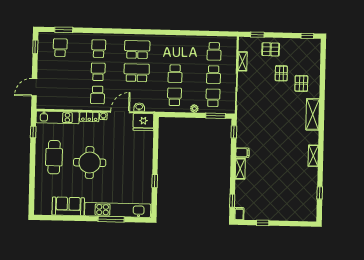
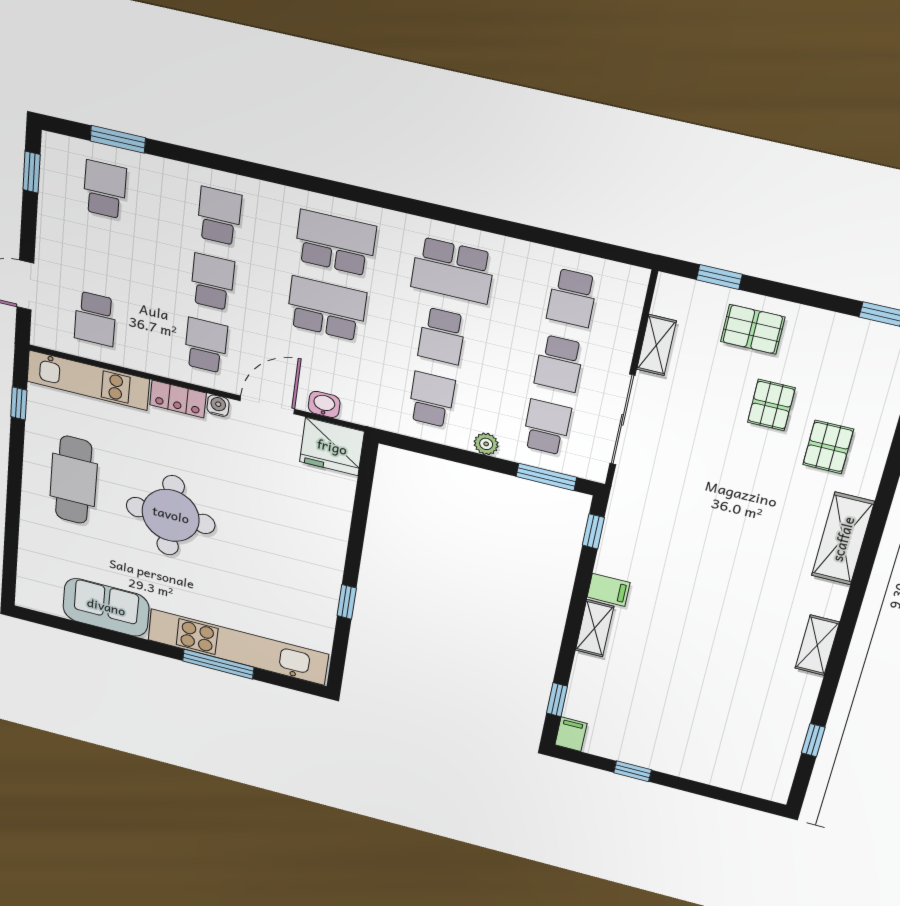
school desk: (176, 50) -> (453, 270), added
school desk: (59, 94) -> (95, 319), added
school desk: (98, 95) -> (206, 345), turned 180

